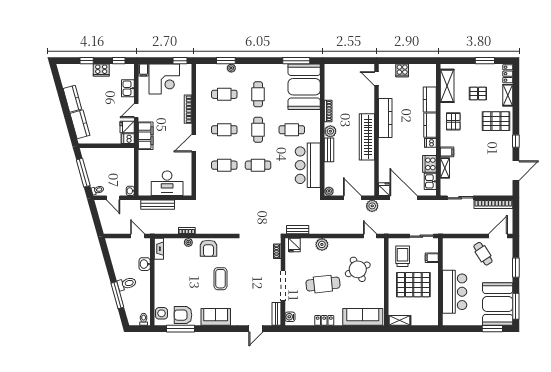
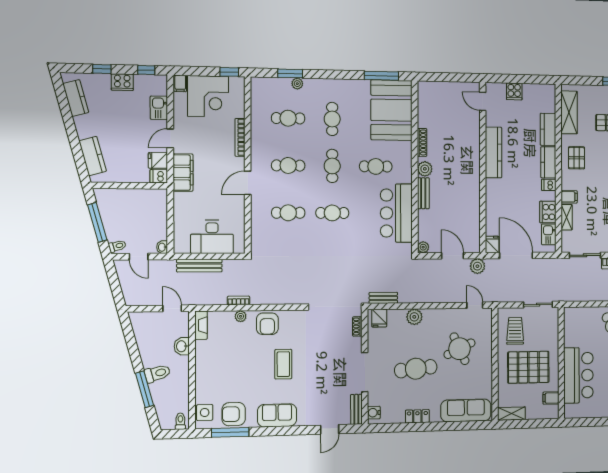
kitchen counter: (72, 99) -> (76, 98), moved
wardrobe: (367, 137) -> (471, 177), removed
filing cabinet: (432, 258) -> (551, 398), moved

